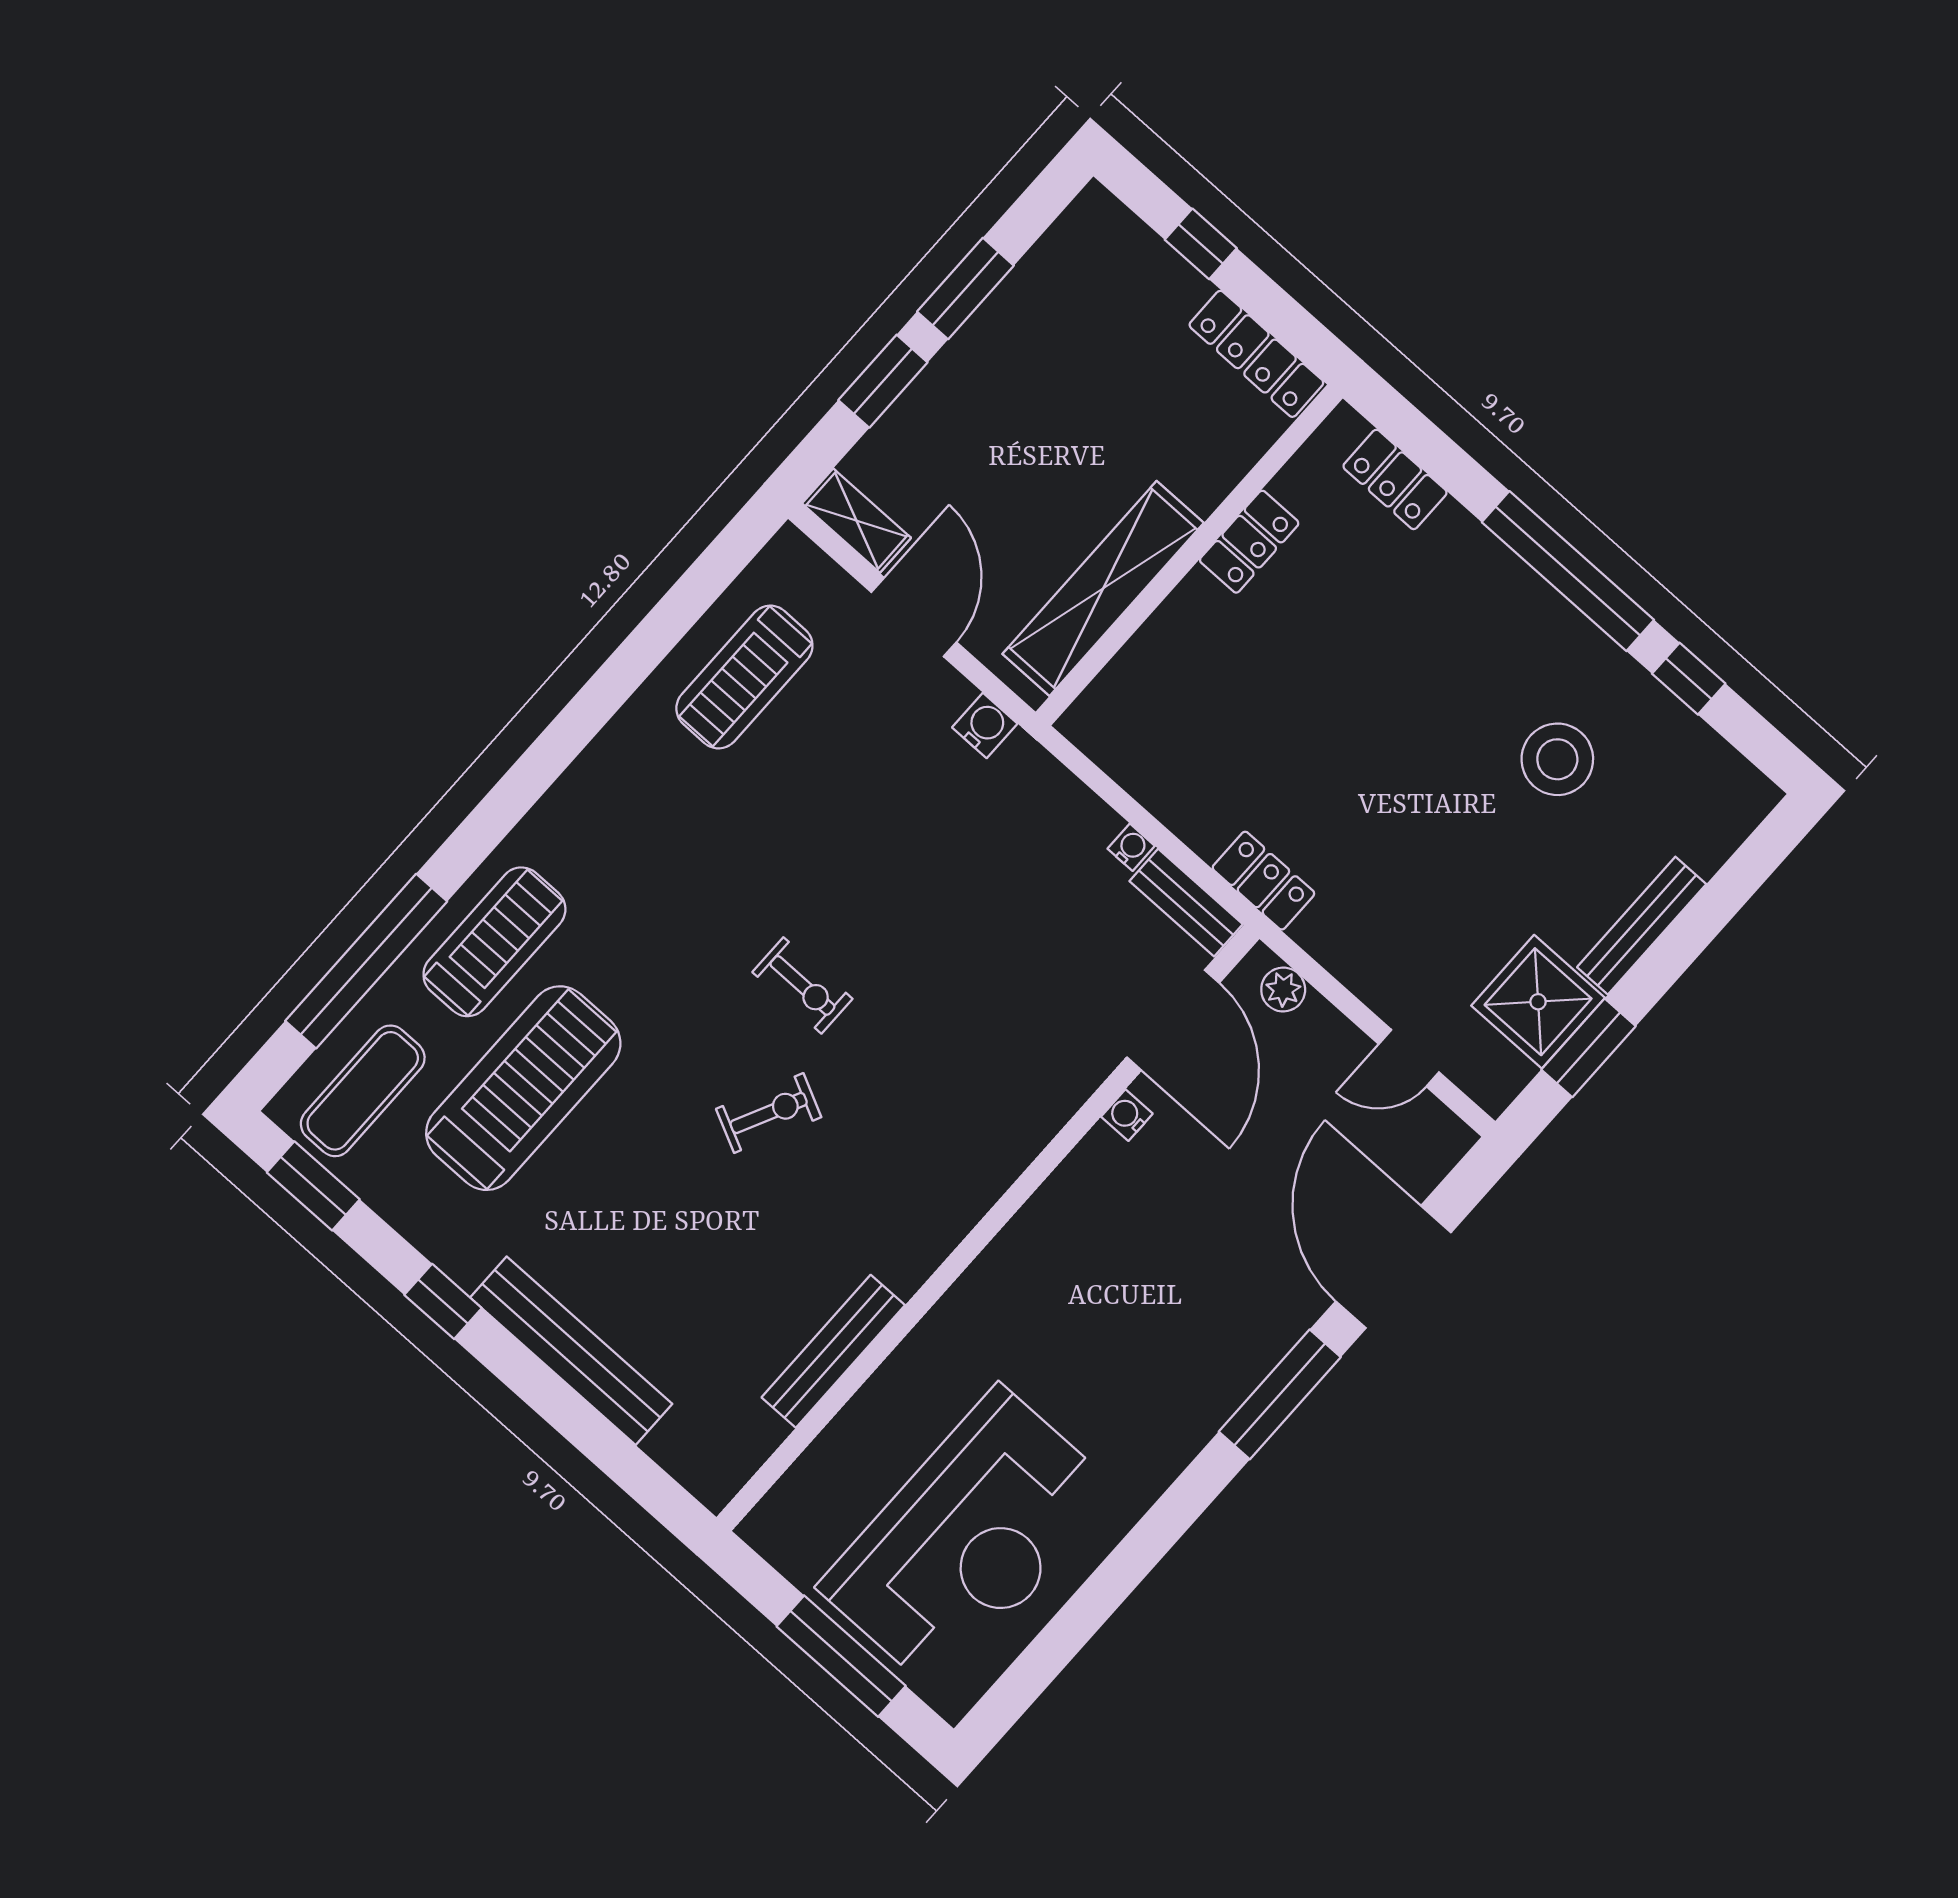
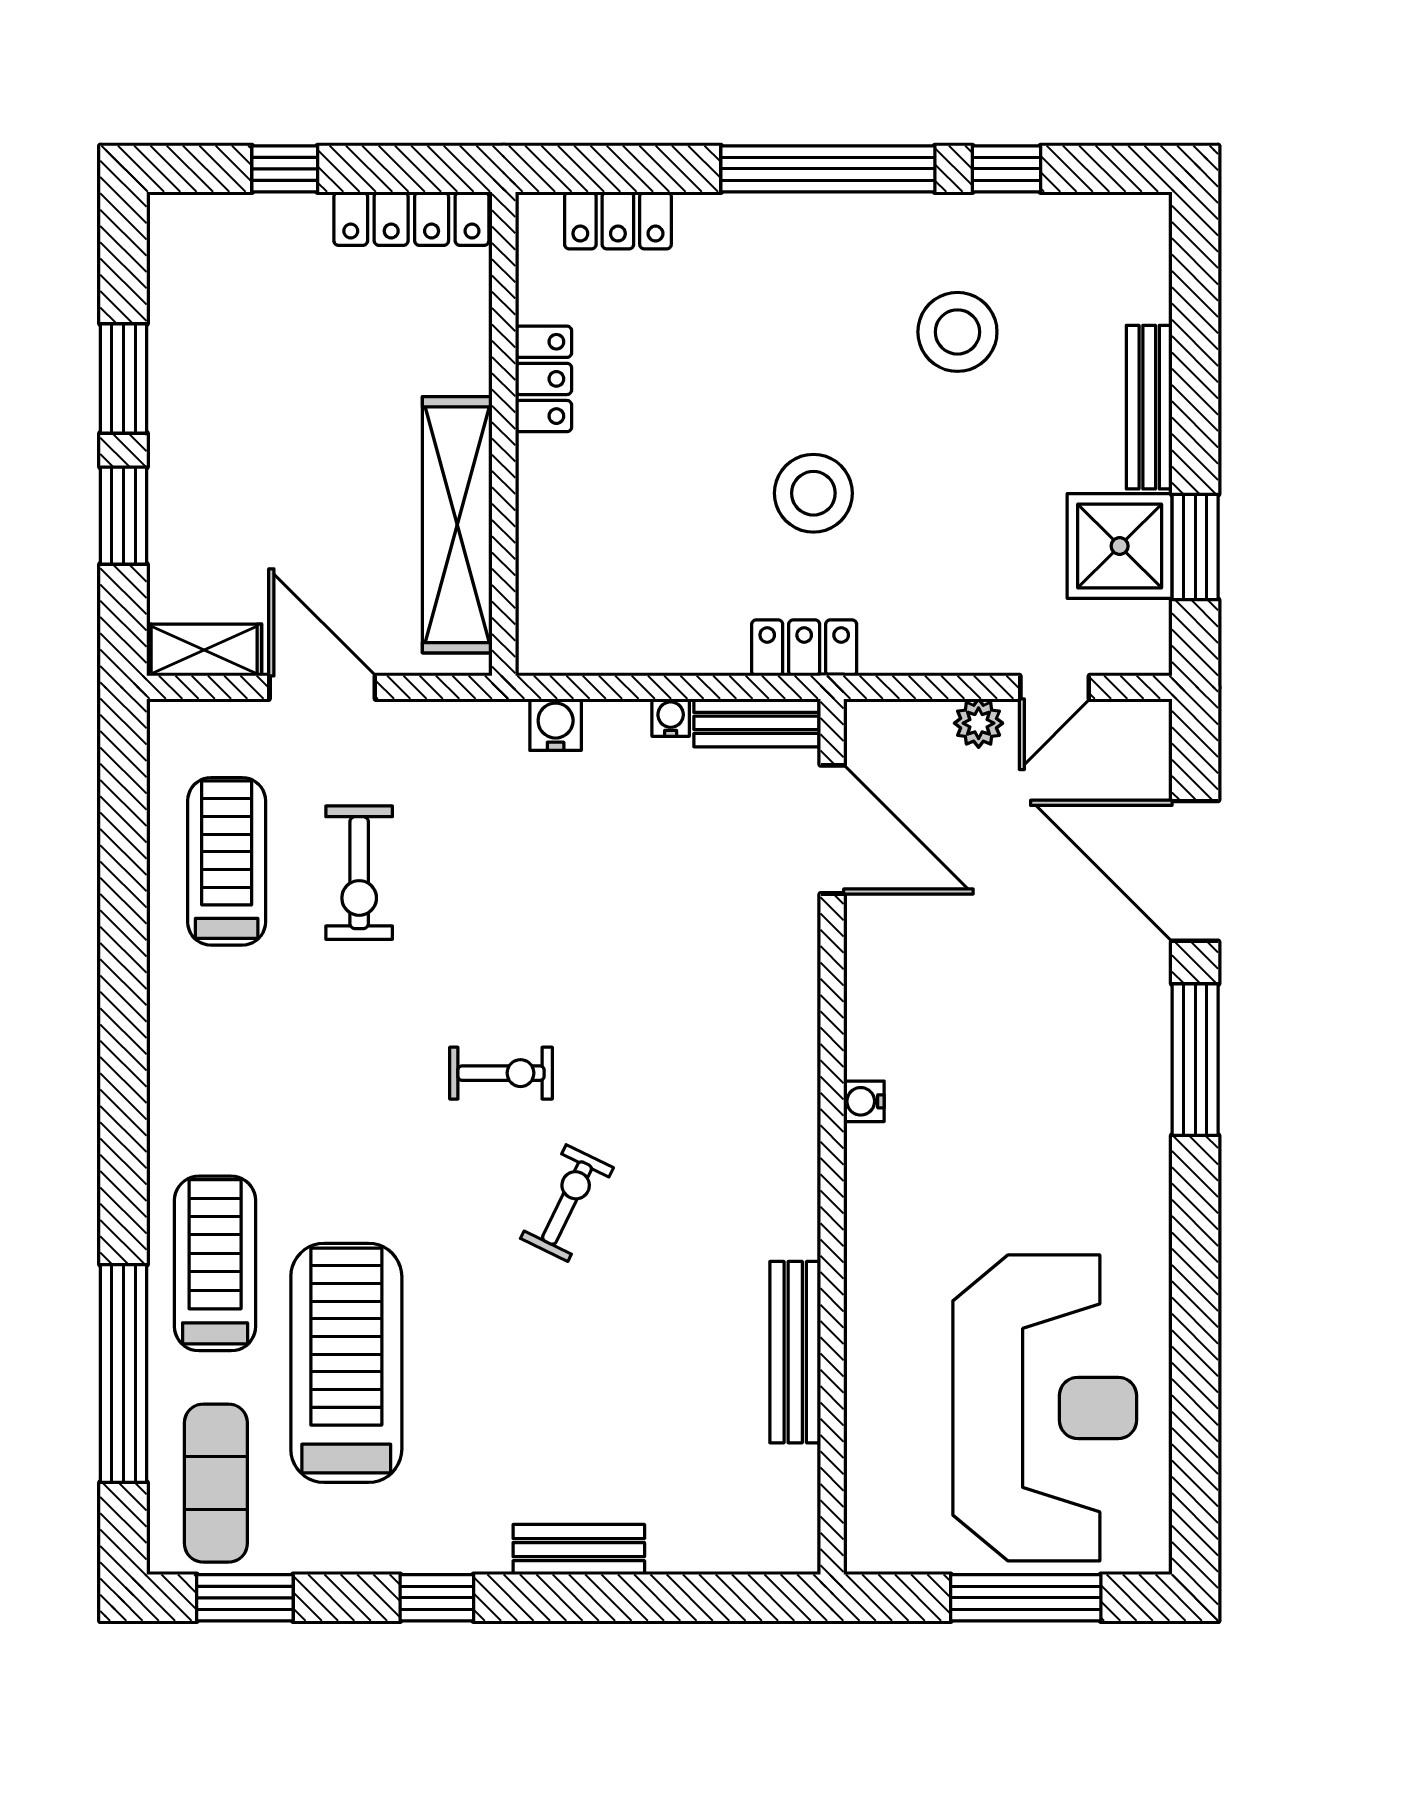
treadmill: (744, 677) -> (227, 861), turned 180
water cooler: (985, 725) -> (556, 725), moved
exercise bike: (827, 764) -> (359, 873), added
stool: (1363, 782) -> (813, 493), added
plant: (1283, 990) -> (979, 723), moved
water cooler: (1127, 1115) -> (864, 1101), moved
bench: (571, 1351) -> (579, 1550), width x0.54, depth x0.82

